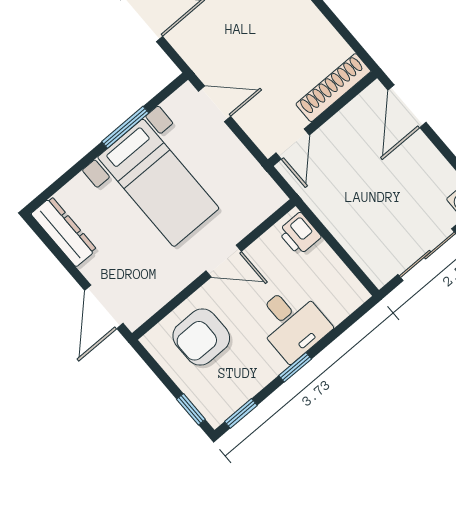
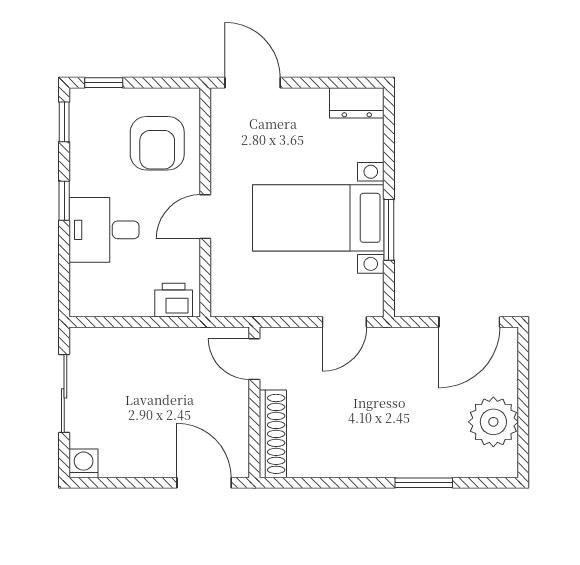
dresser: (64, 232) -> (357, 103), width x0.70
armchair: (201, 337) -> (157, 143), turned 180

